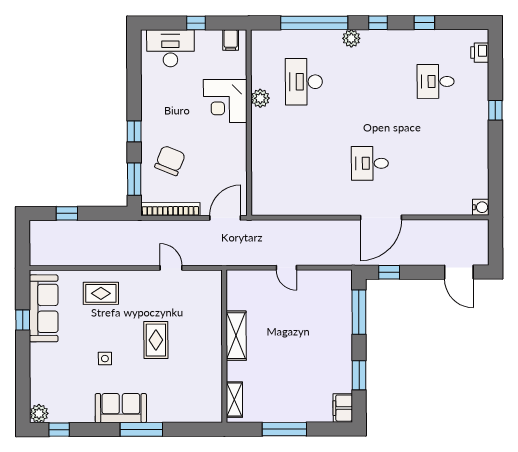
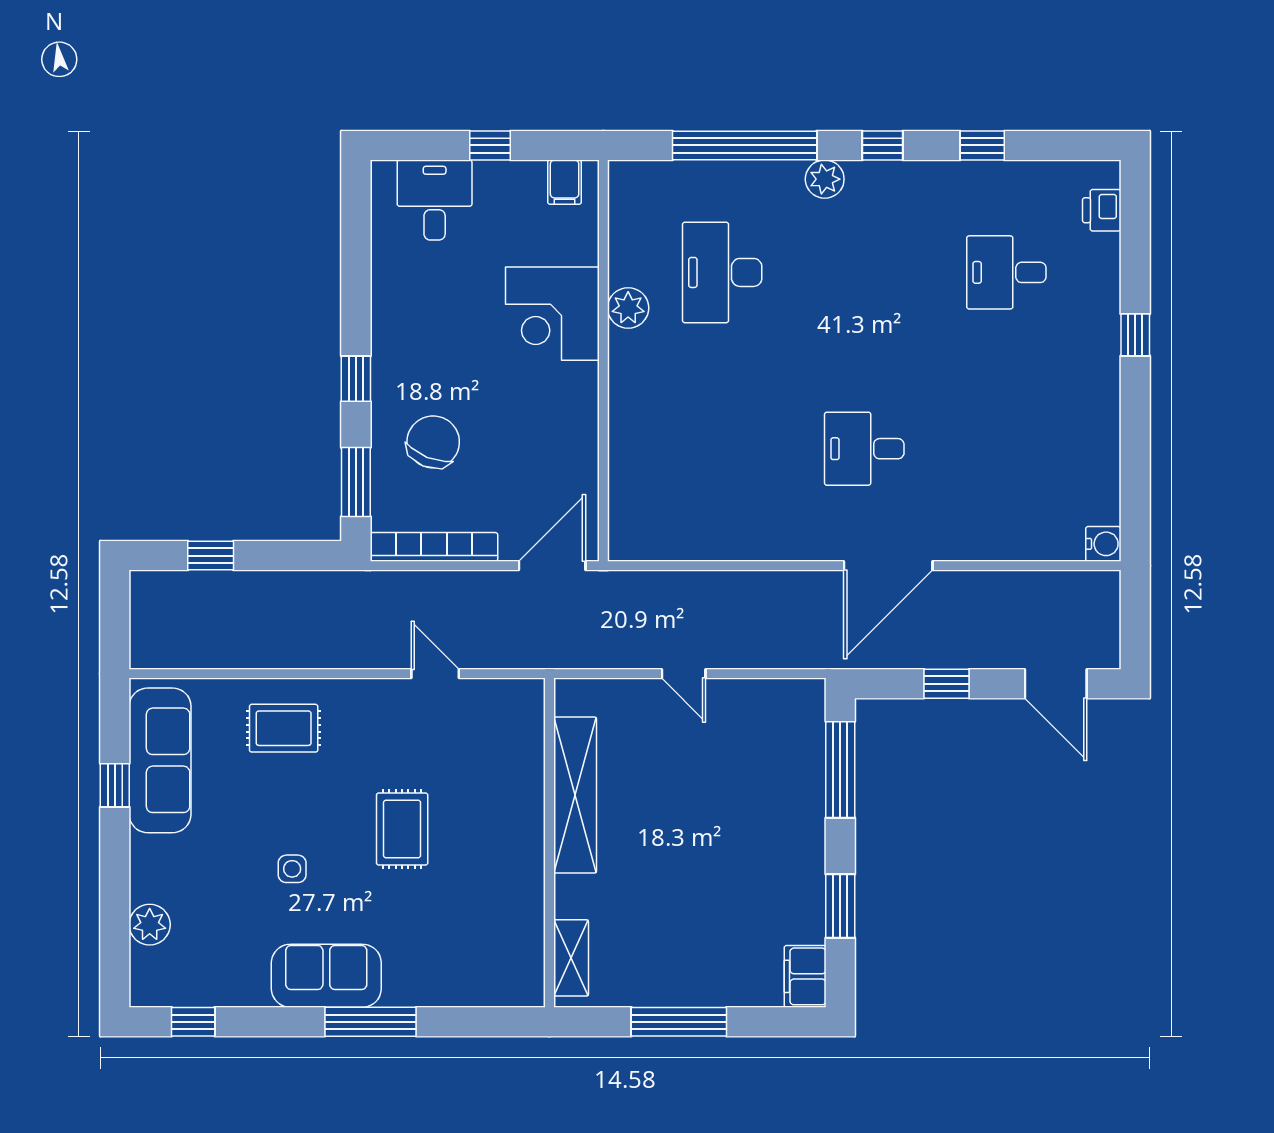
desk: (170, 48) -> (435, 200), width x0.73
window: (389, 272) -> (946, 684), moved
shelving: (236, 336) -> (575, 795), width x1.47
plant: (39, 413) -> (150, 925), moved

